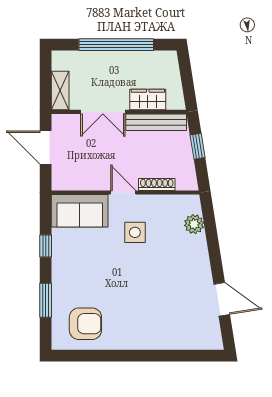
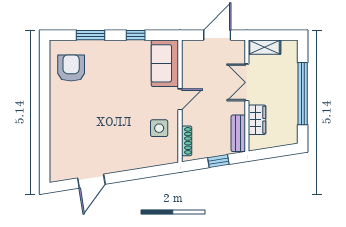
bench: (156, 122) -> (238, 133), width x0.73
shoe rack: (157, 184) -> (187, 141), moved
plant: (194, 224) -> (154, 158), removed
side table: (135, 232) -> (159, 128), moved
armchair: (85, 324) -> (71, 68), turned 180

